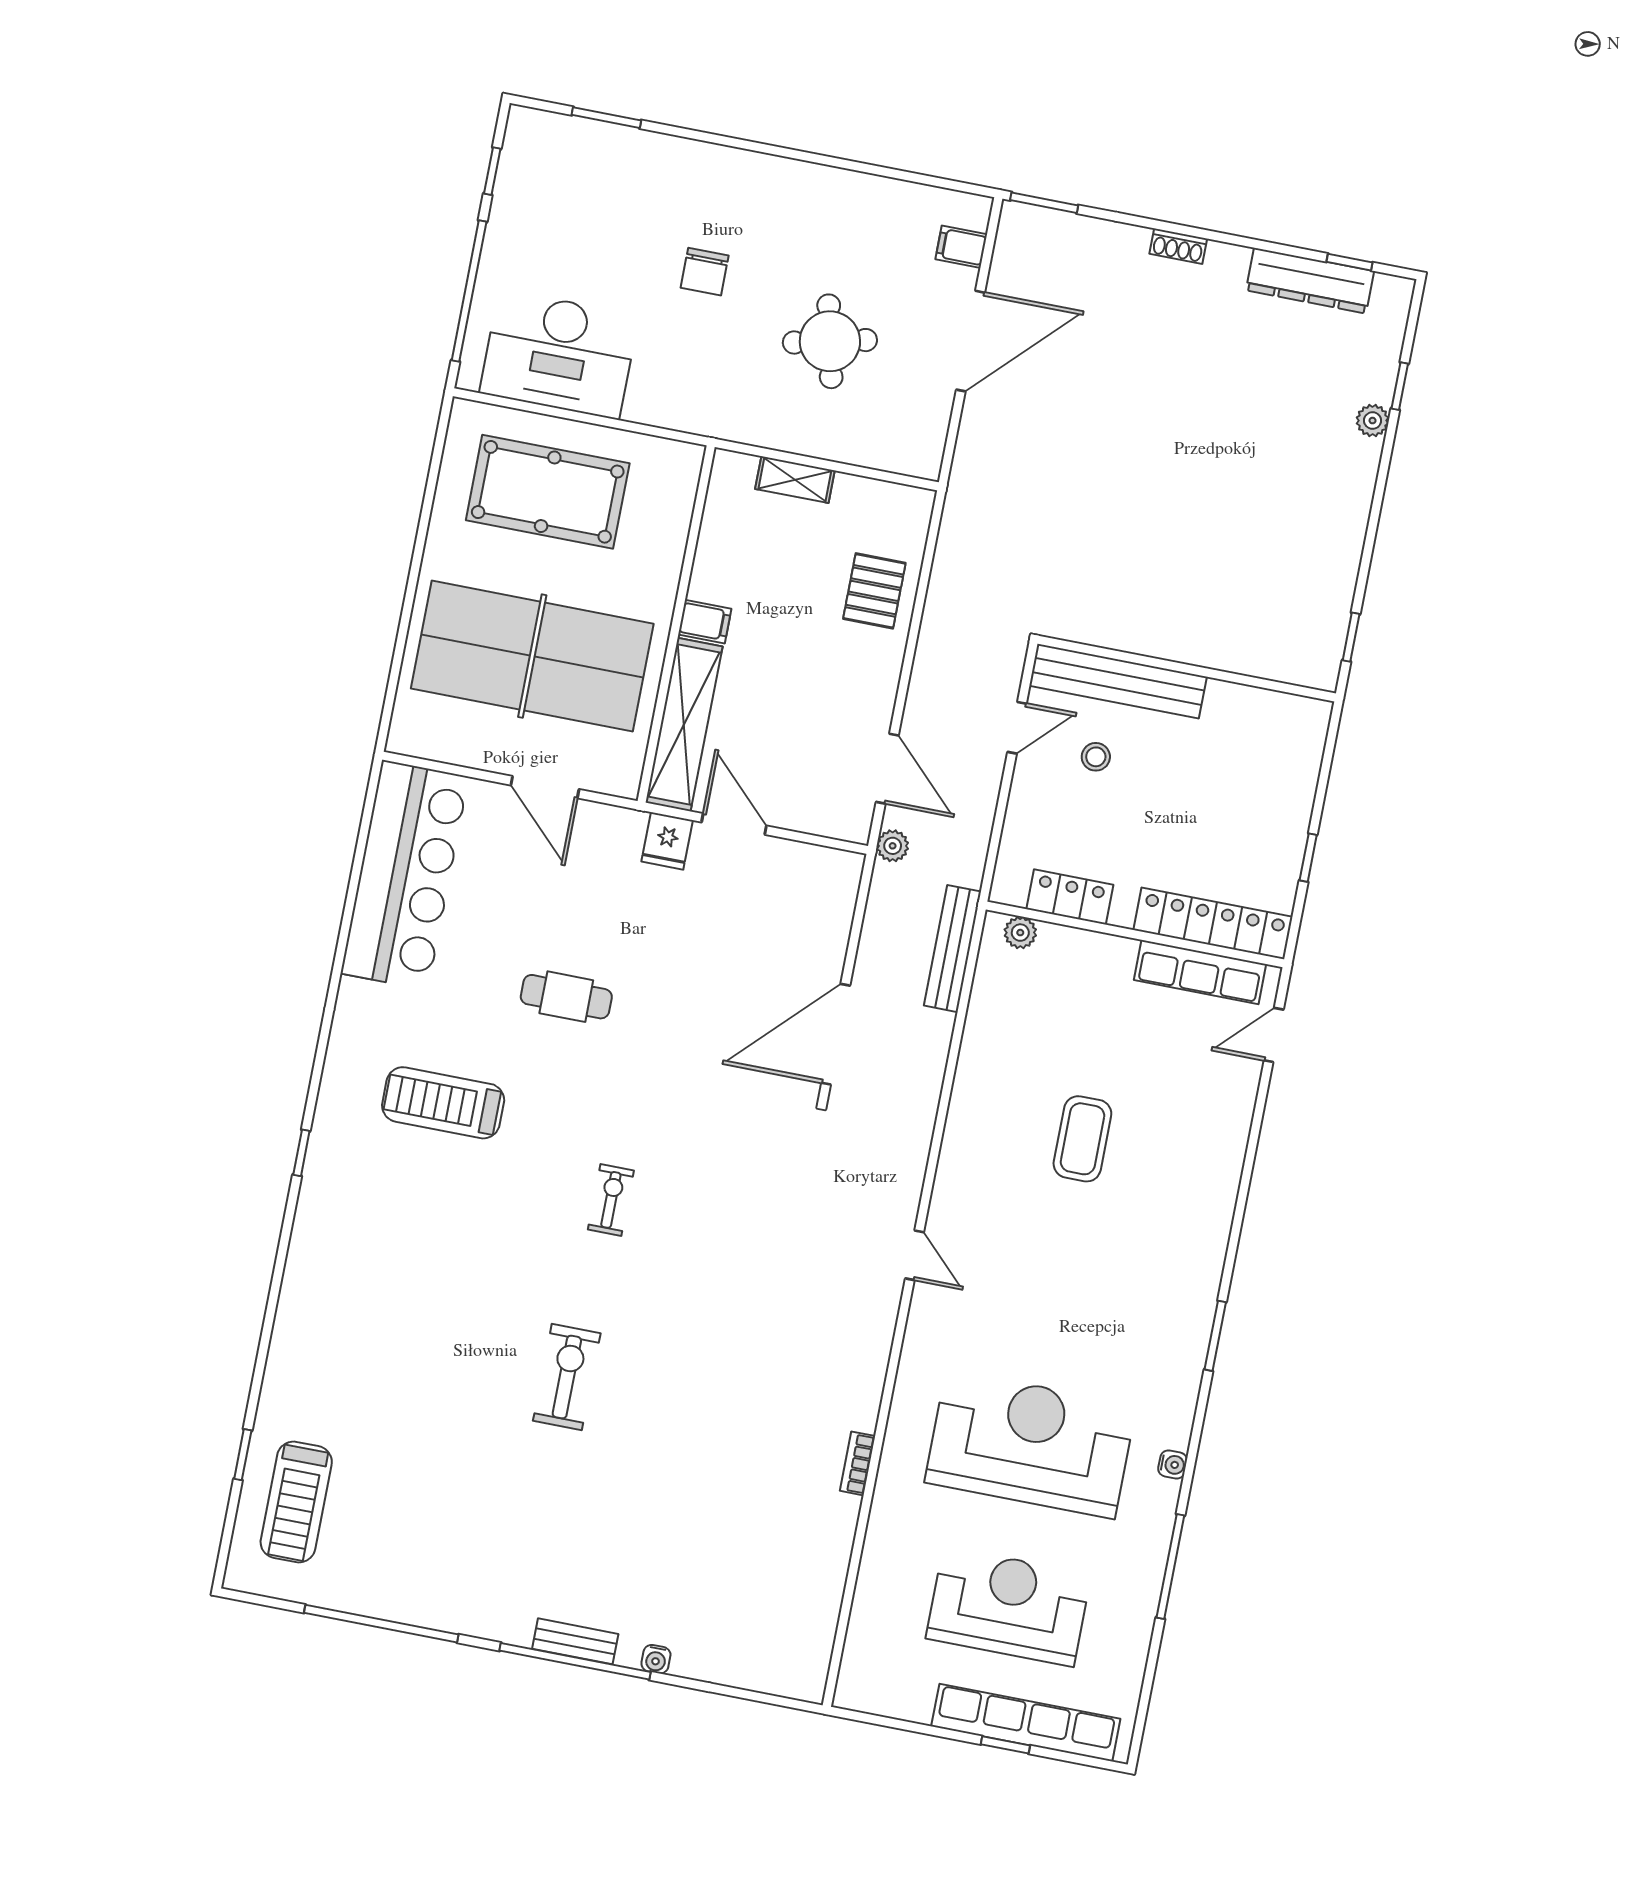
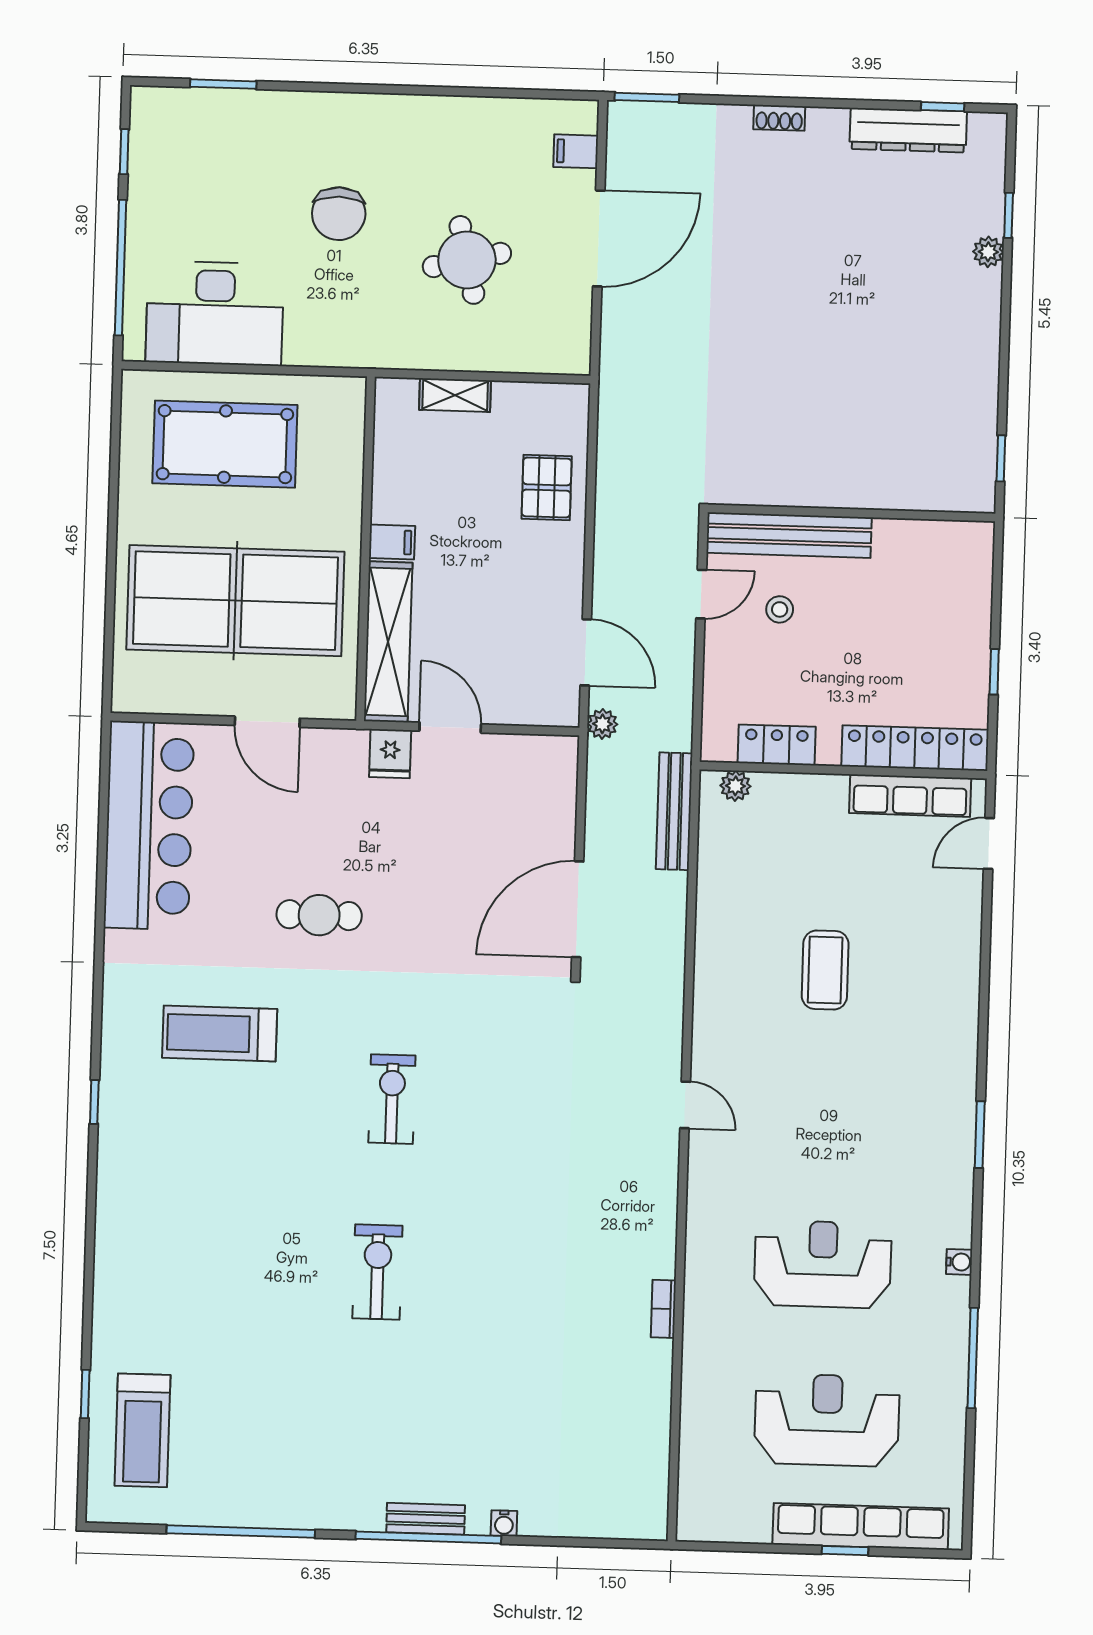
chair: (705, 272) -> (339, 214), width x1.37, depth x1.37
exercise bike: (611, 1200) -> (392, 1099), width x1.38, depth x1.39
reception desk: (1030, 1444) -> (823, 1264), width x0.74, depth x0.77

